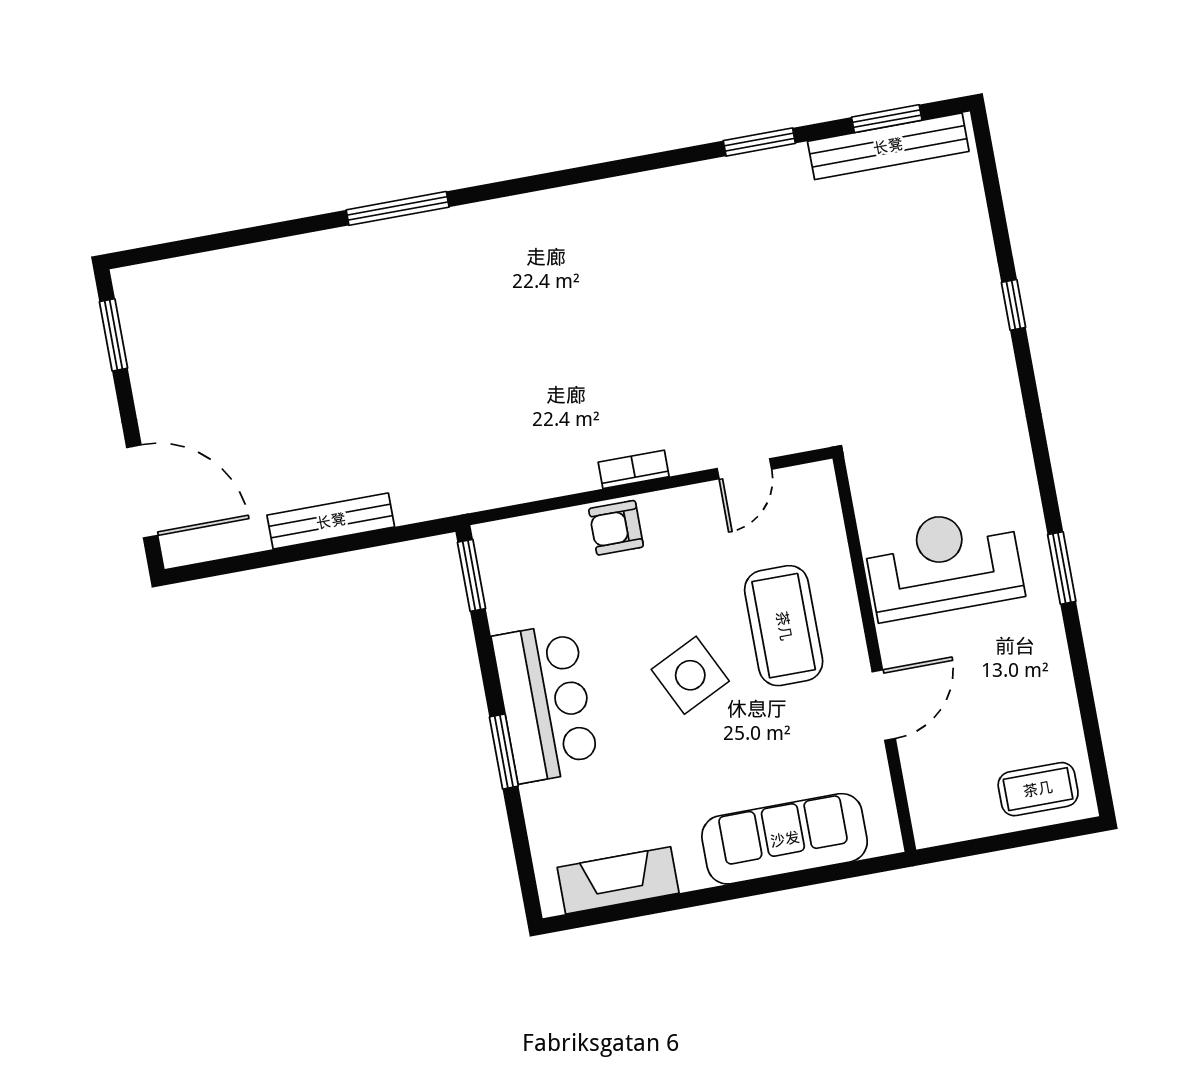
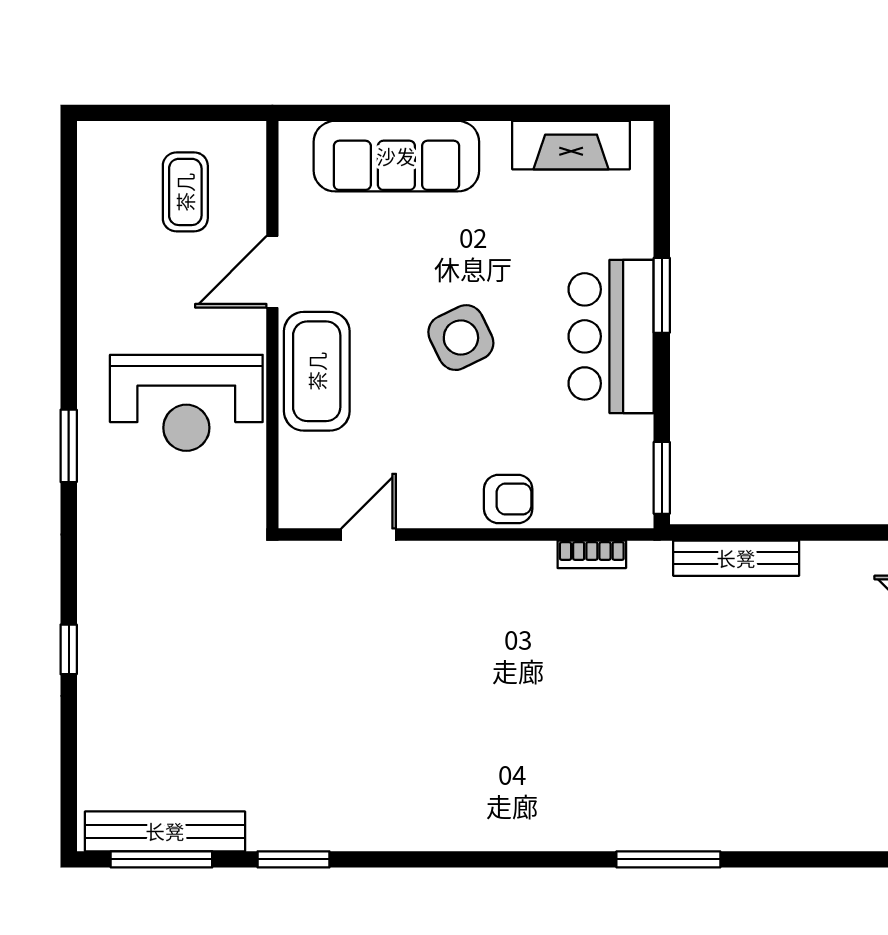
window: (887, 119) -> (161, 859), width x1.44
bookcase: (634, 469) -> (592, 554), moved
bench: (331, 521) -> (736, 558), moved
window: (1062, 568) -> (69, 446), moved
coffee table: (784, 626) -> (317, 371), moved
coffee table: (1038, 789) -> (185, 192), moved, turned 90

